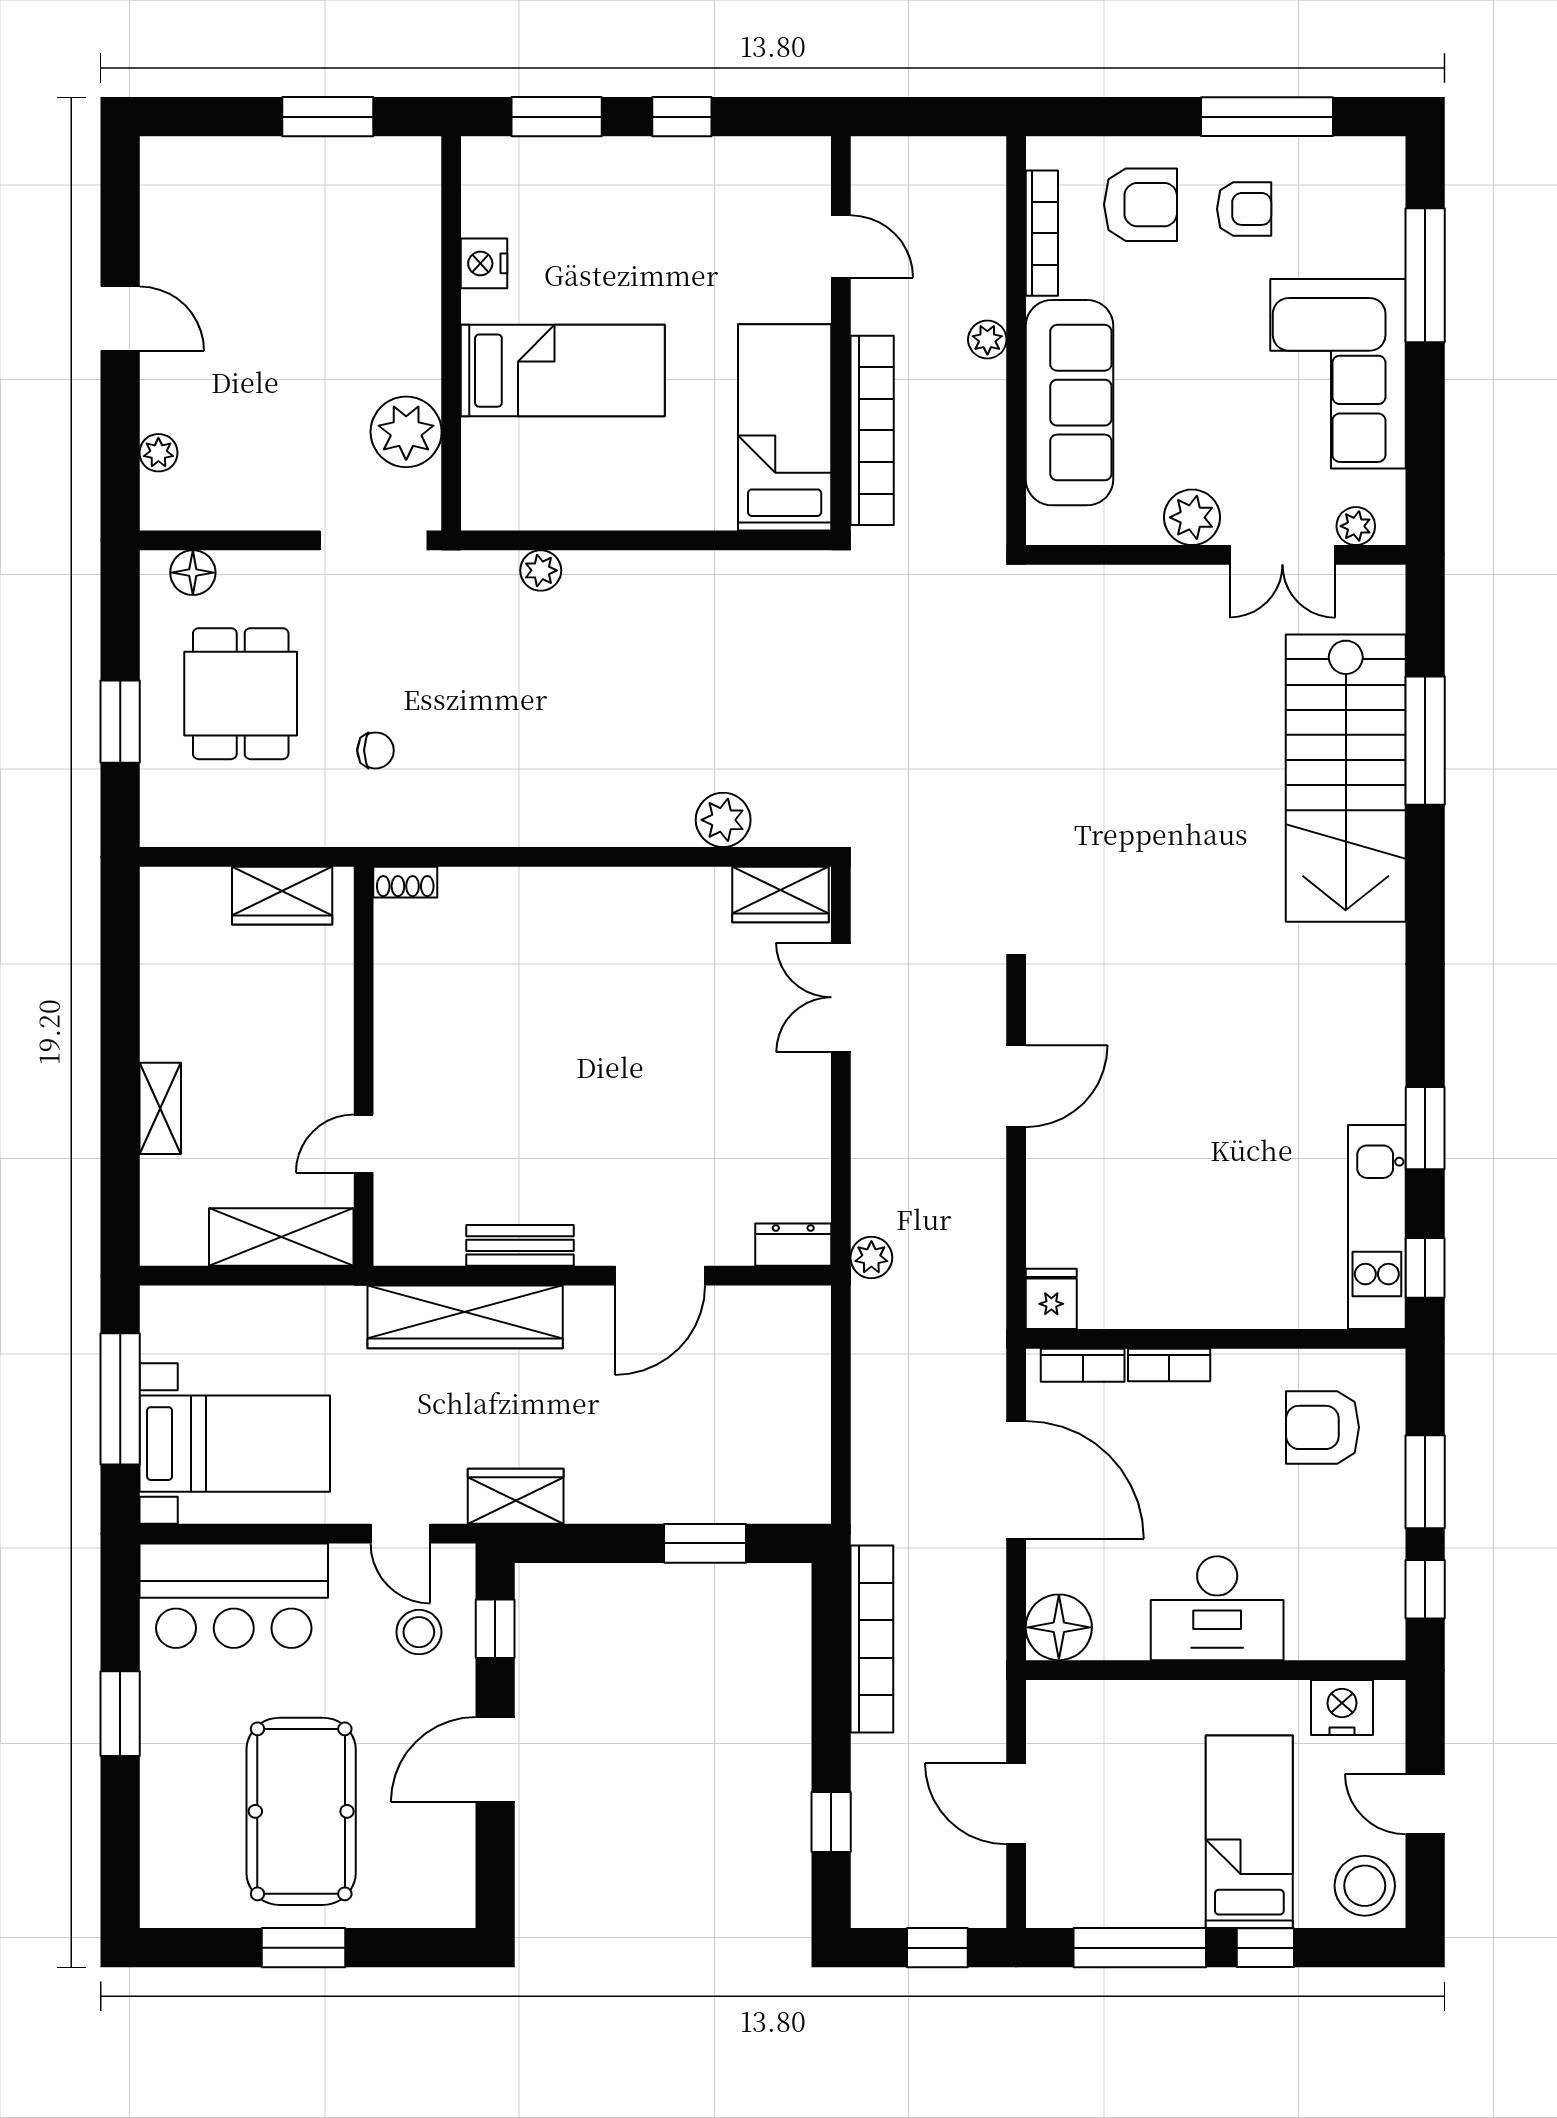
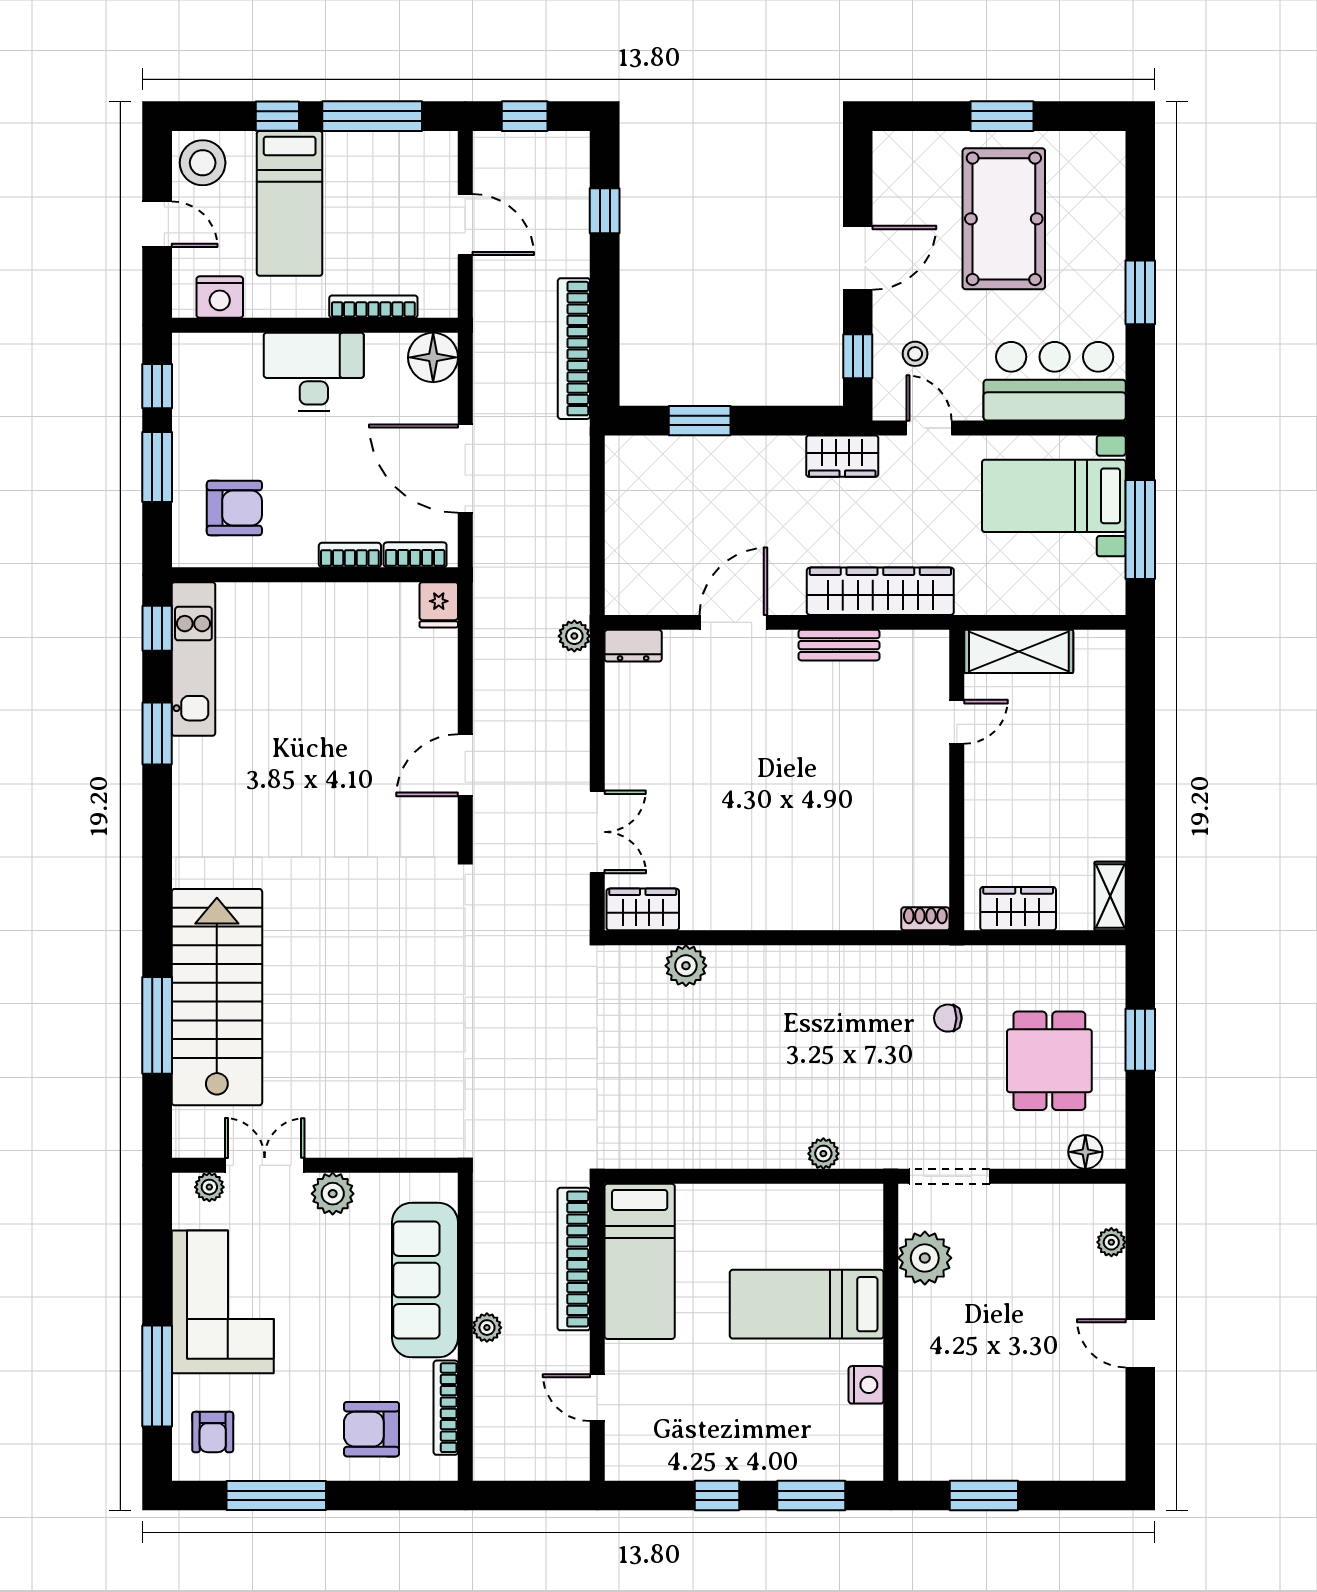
armchair: (1244, 209) -> (213, 1432), moved, turned -90
shelving: (160, 1108) -> (1110, 896), moved
stool: (419, 1632) -> (915, 354), width x0.73, depth x0.73
bookcase: (1138, 1695) -> (373, 307), added

